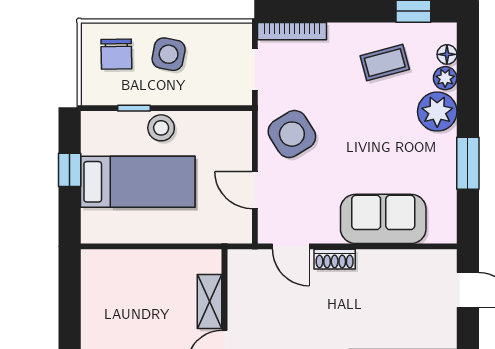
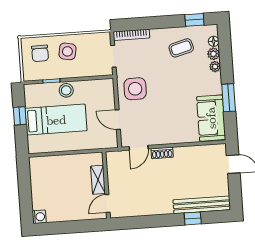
plant: (437, 112) -> (215, 67), width x0.53, depth x0.53
side table: (292, 134) -> (135, 89), turned 32
sofa: (383, 219) -> (211, 118), moved, turned -90
door: (291, 246) -> (139, 148), hinge flipped

